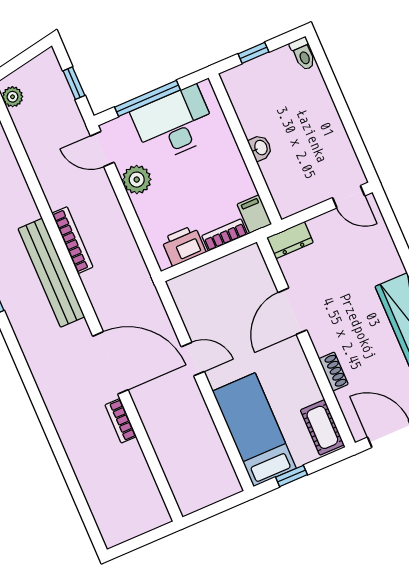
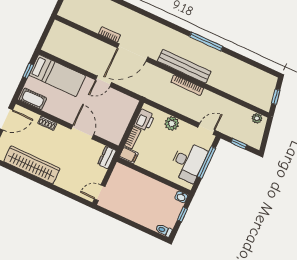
washbasin: (260, 148) -> (181, 197), moved
plant: (137, 180) -> (172, 123), moved

